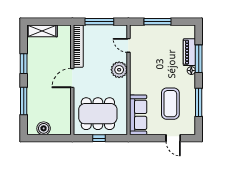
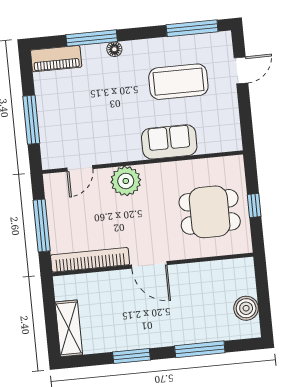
piano: (189, 52) -> (56, 59), moved
window: (199, 102) -> (192, 28), moved
dining table: (98, 114) -> (210, 212), width x0.73
sofa: (138, 115) -> (169, 142), moved, width x0.73

